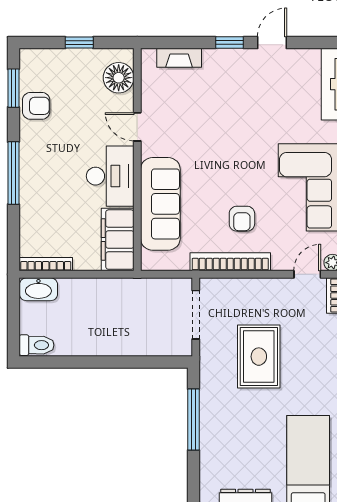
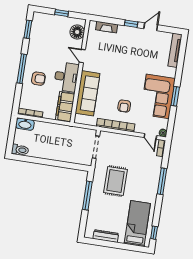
armchair: (36, 106) -> (38, 79), moved
door: (307, 274) -> (150, 136), swing flipped
rug: (259, 357) -> (116, 181), moved

